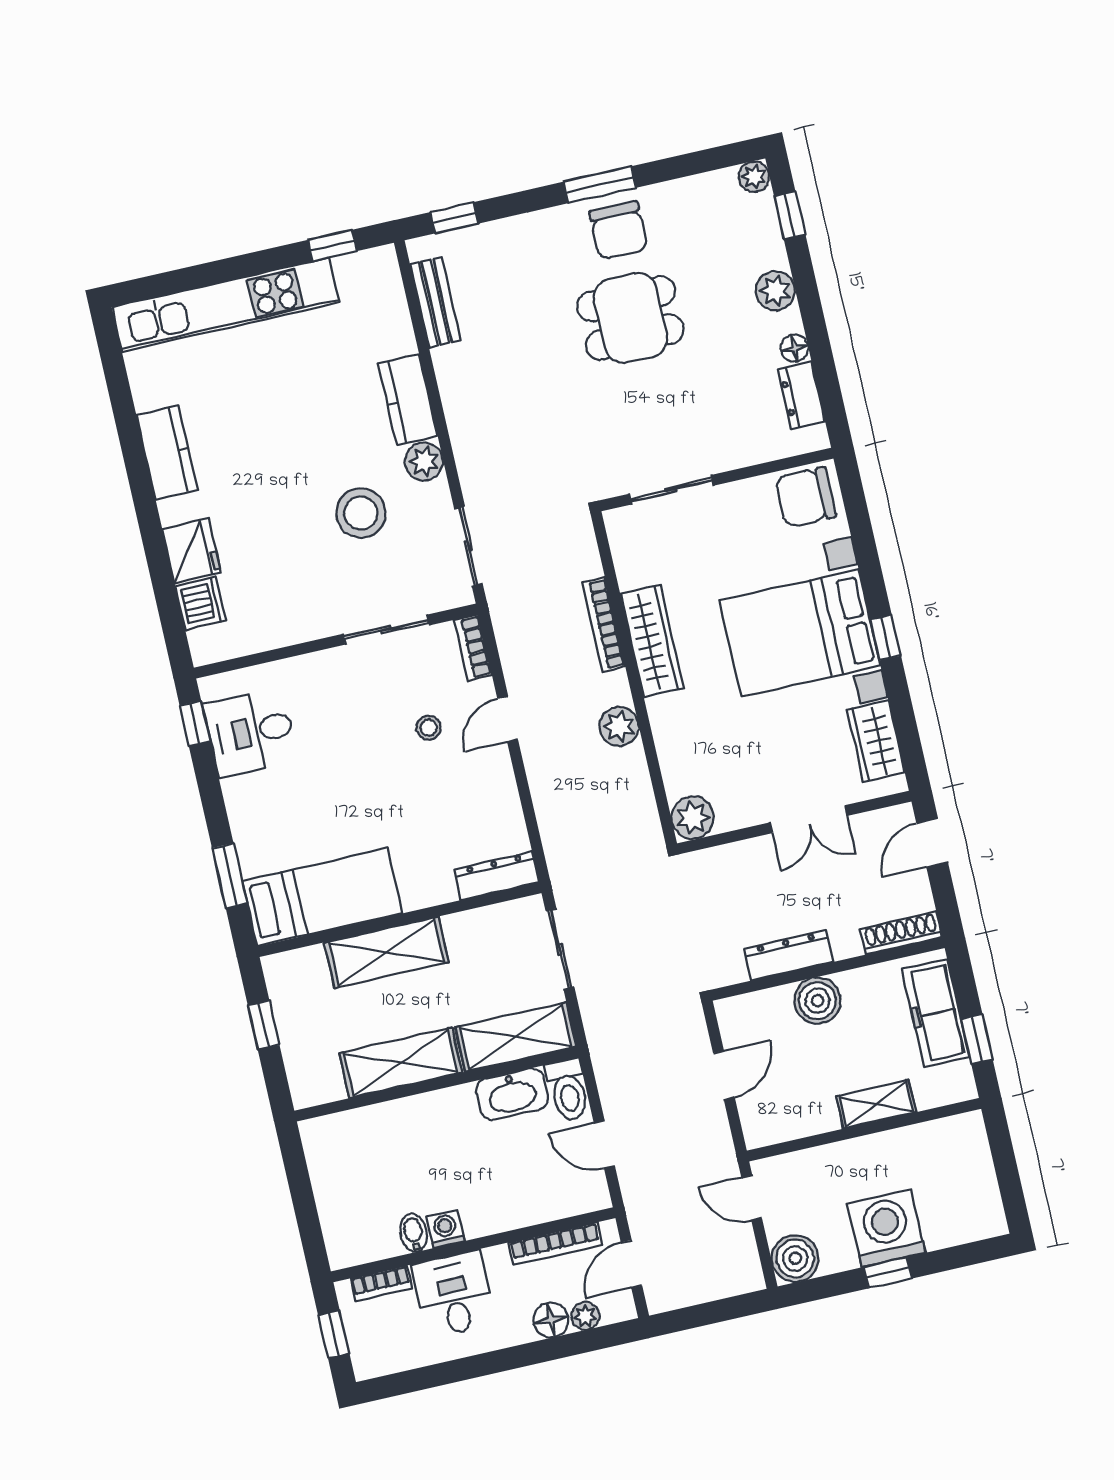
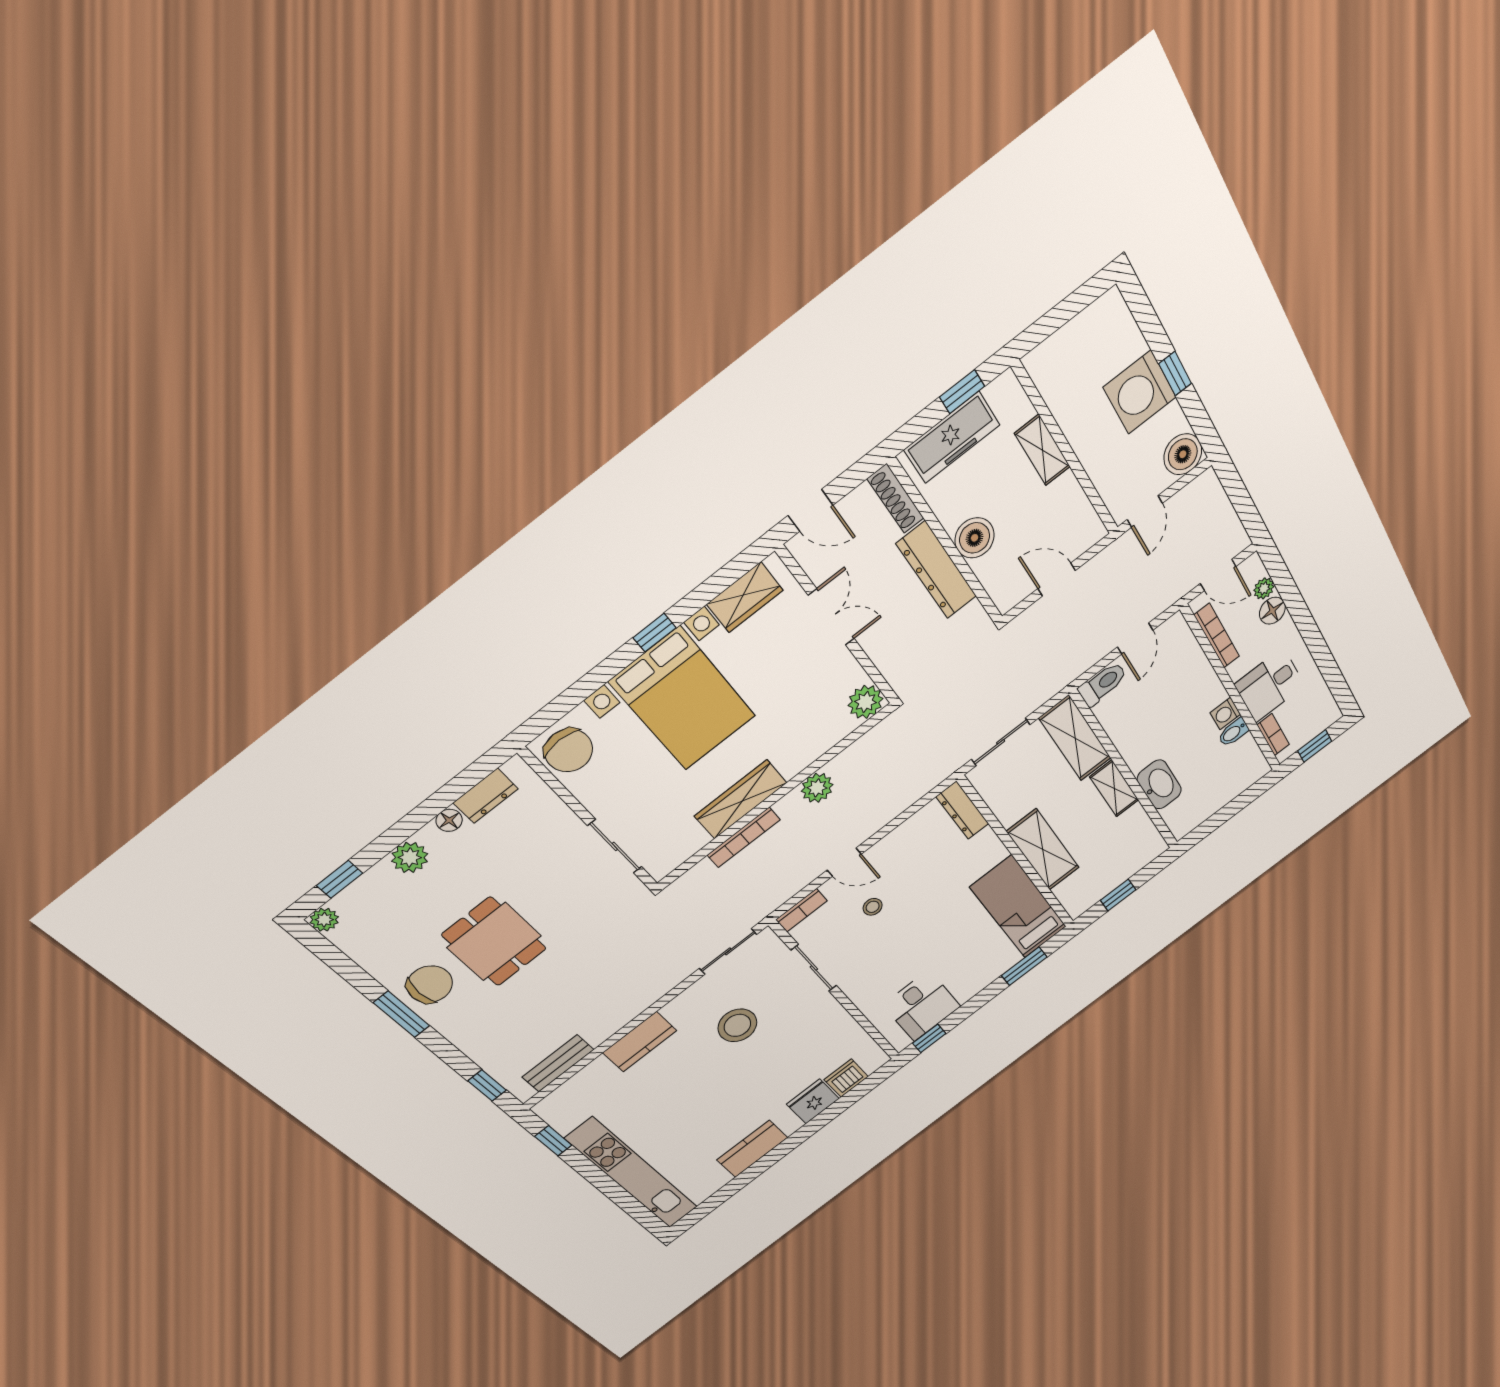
plant: (424, 462) -> (680, 1009), removed
dresser: (789, 955) -> (937, 570), width x1.37, depth x1.24
shelving: (401, 1063) -> (1114, 788), width x0.67, depth x0.75
washbasin: (512, 1094) -> (1159, 784), moved

